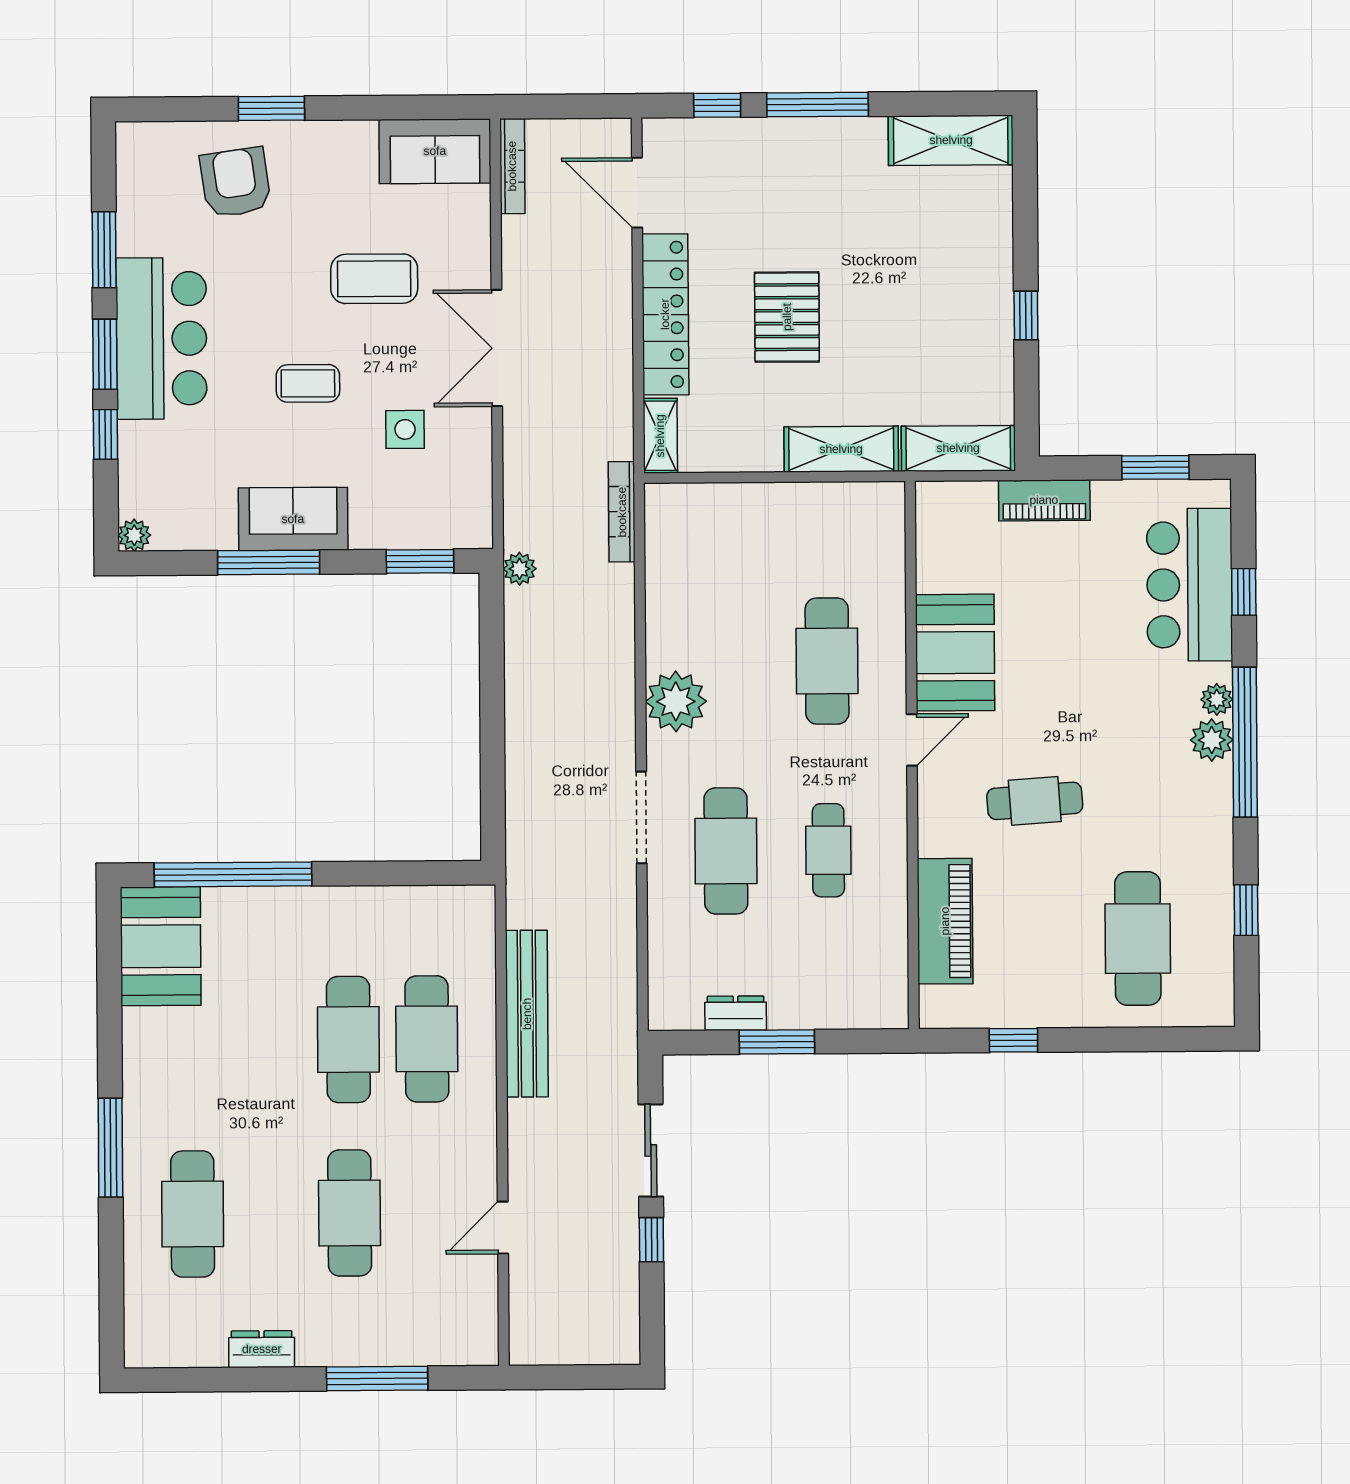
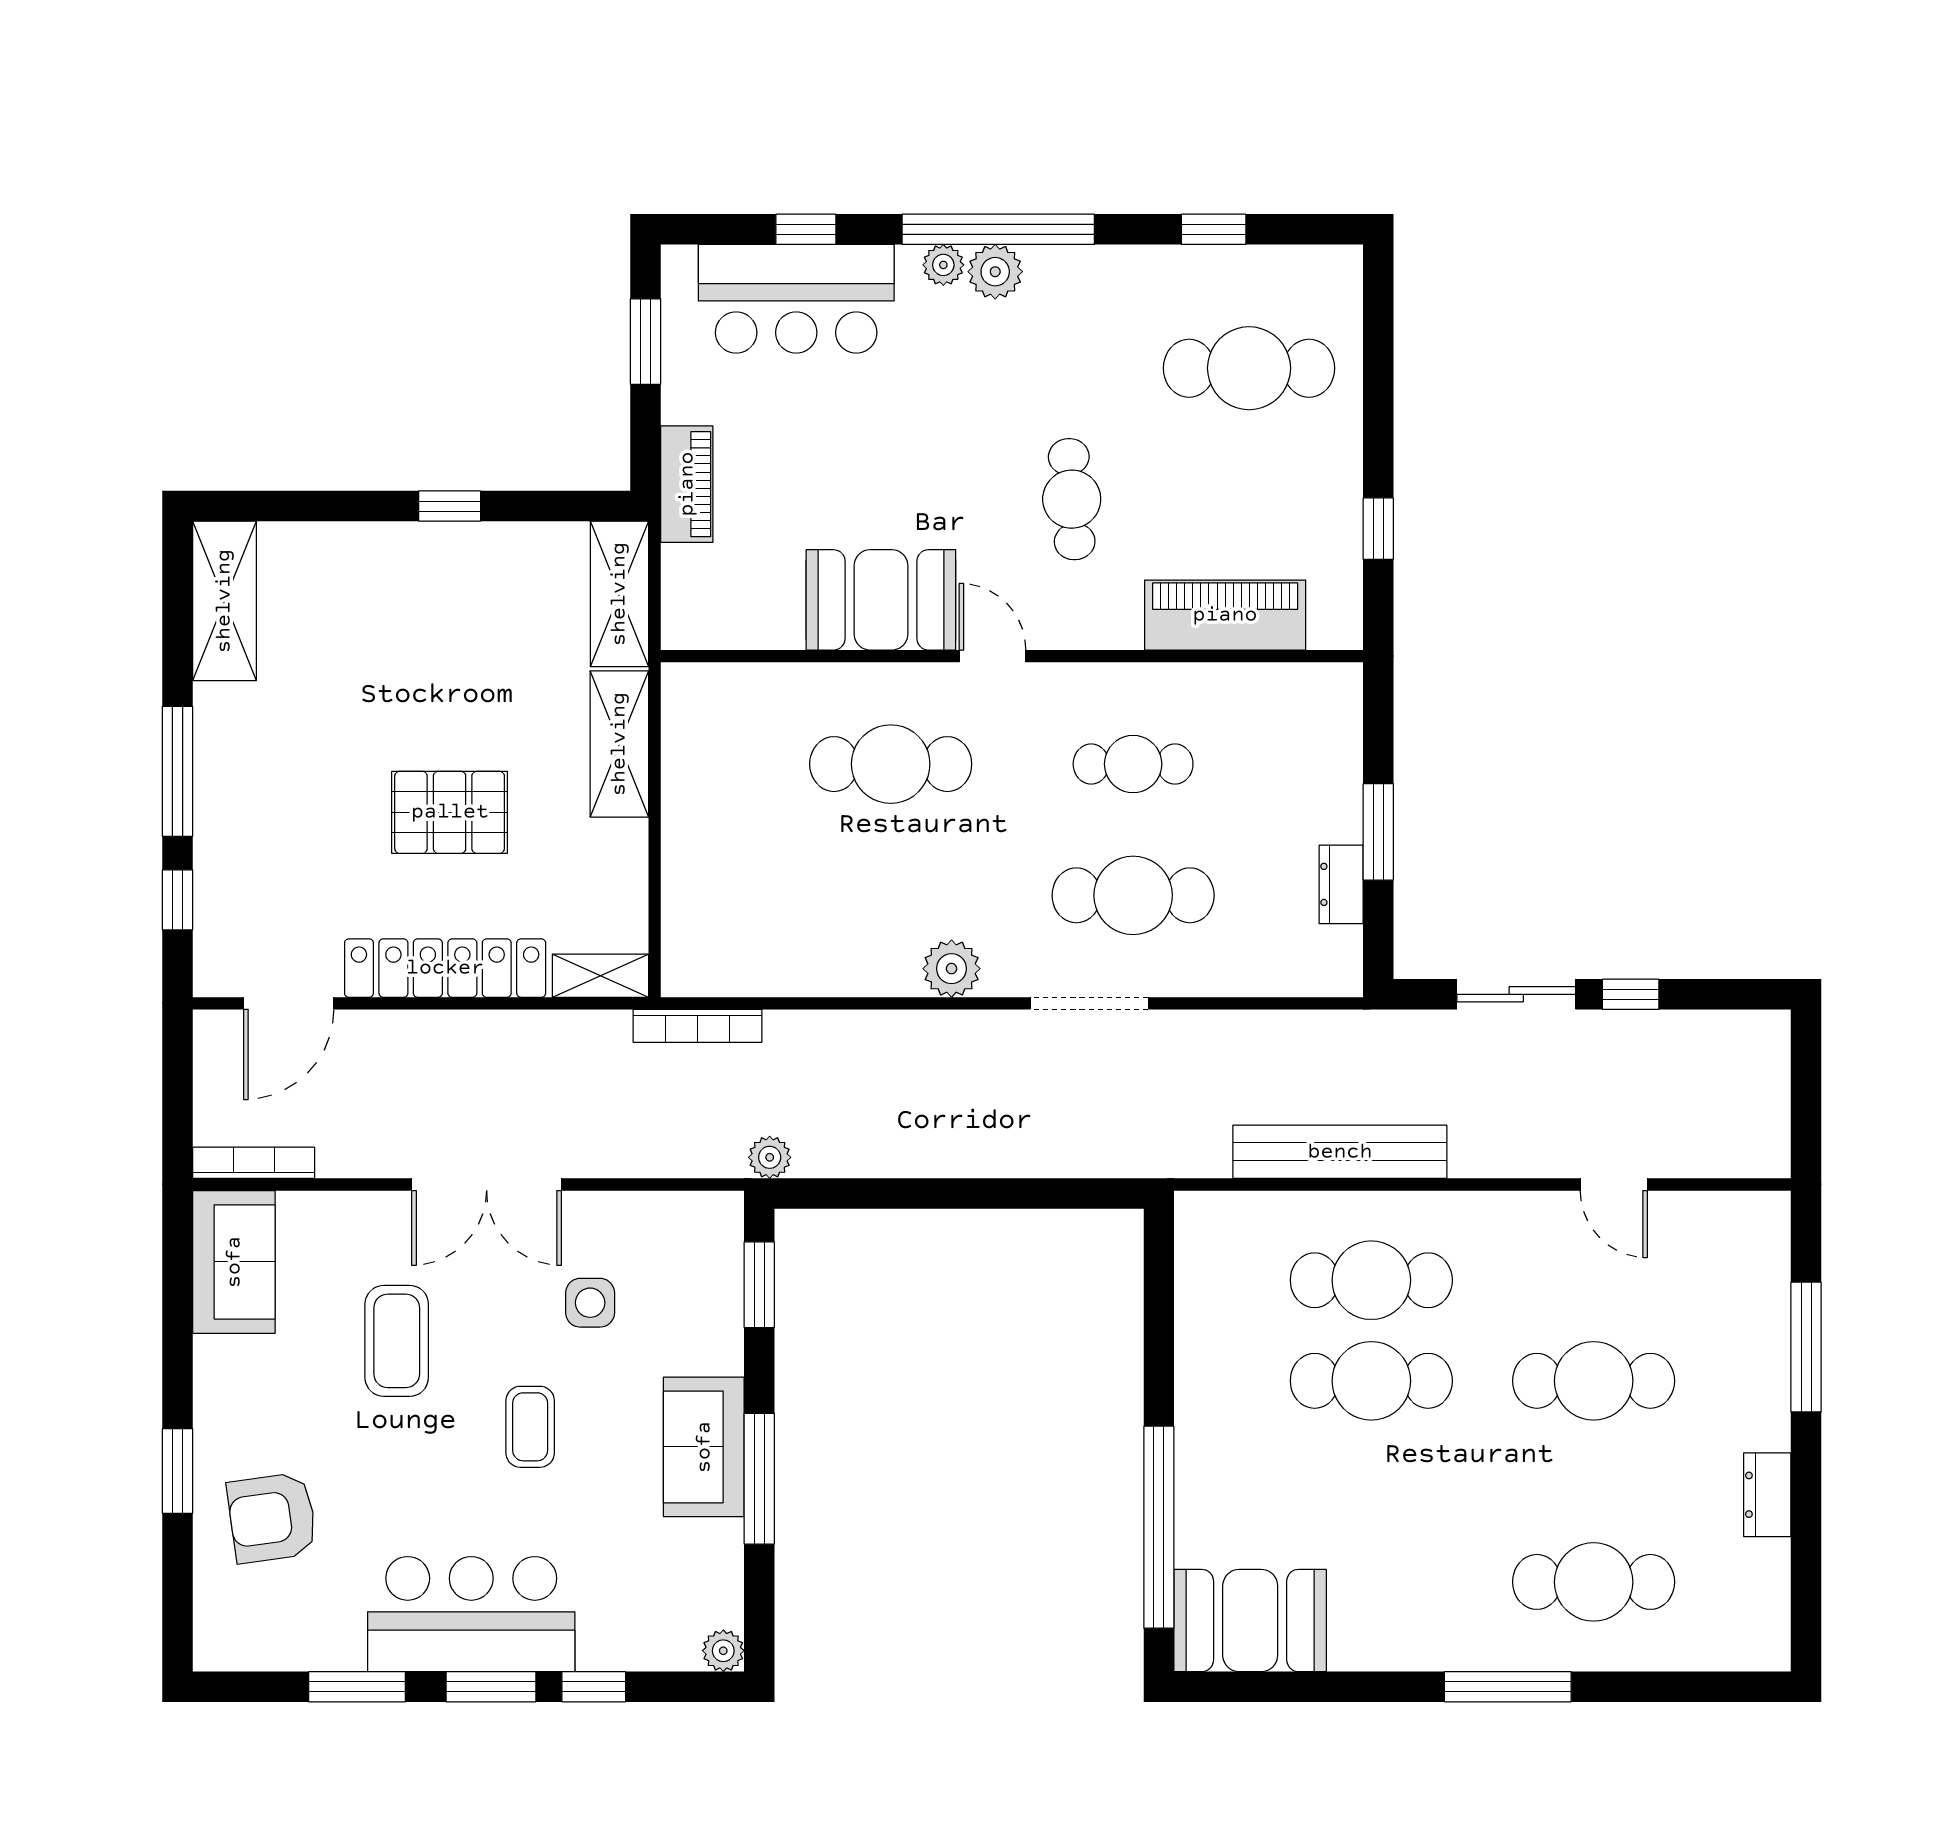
plant: (676, 701) -> (952, 969), width x0.73, depth x0.73

